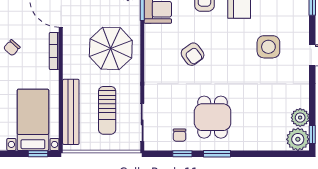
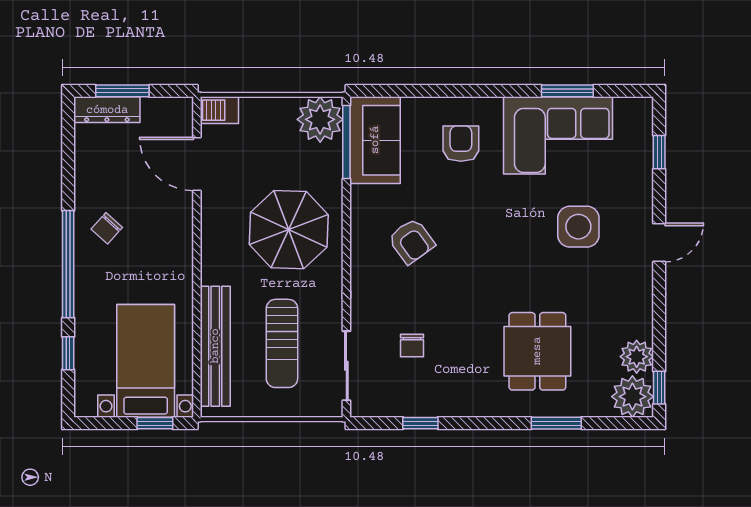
bookcase: (54, 51) -> (185, 234), removed
armchair: (193, 54) -> (411, 241), moved
dining table: (213, 117) -> (537, 351), moved
chair: (180, 135) -> (412, 346), moved
window: (217, 154) -> (556, 423), moved

